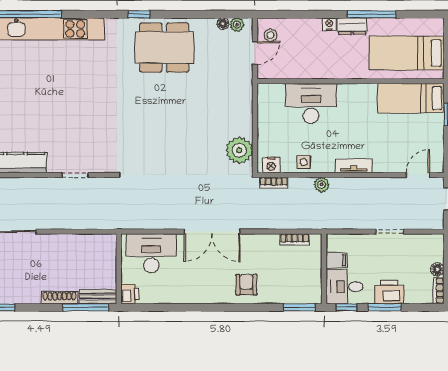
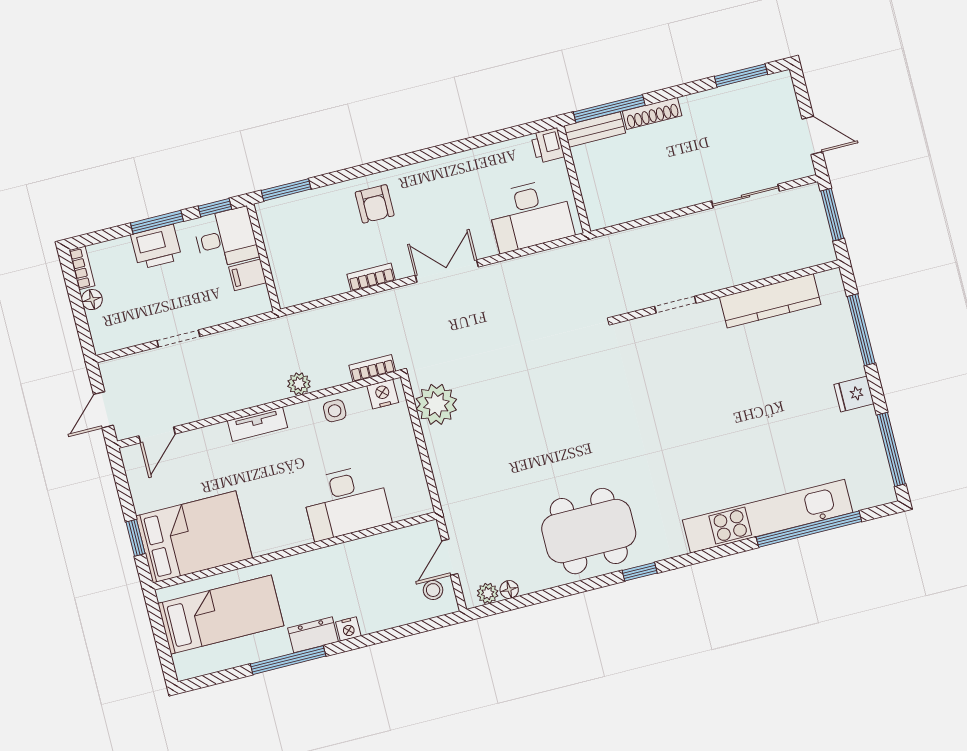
bed: (411, 98) -> (194, 537), width x1.50
double door: (212, 232) -> (447, 271), width x0.73
bookcase: (295, 240) -> (371, 277), moved

